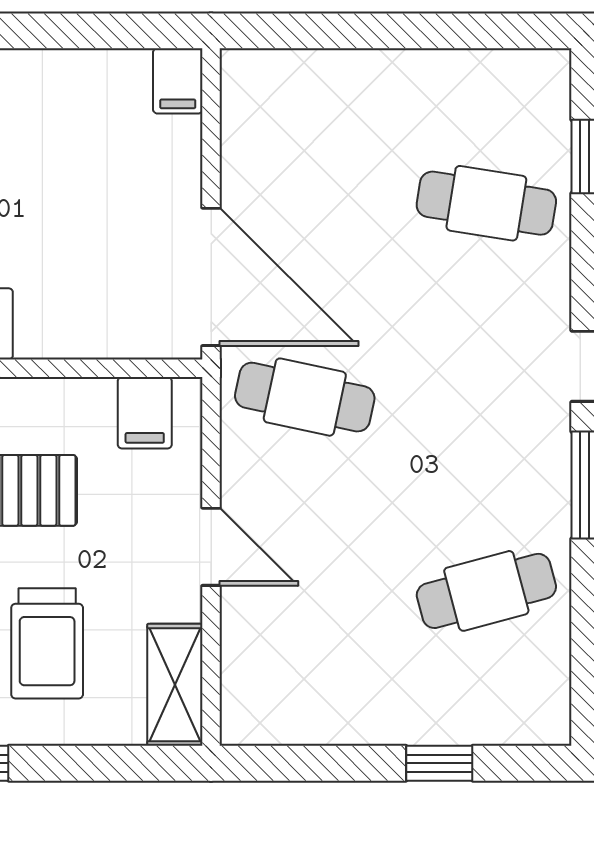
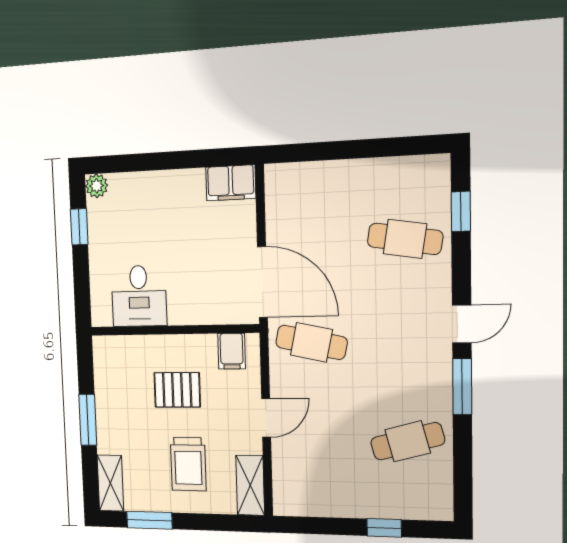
filing cabinet: (178, 81) -> (231, 183), width x2.00
door: (211, 547) -> (266, 418), hinge flipped

